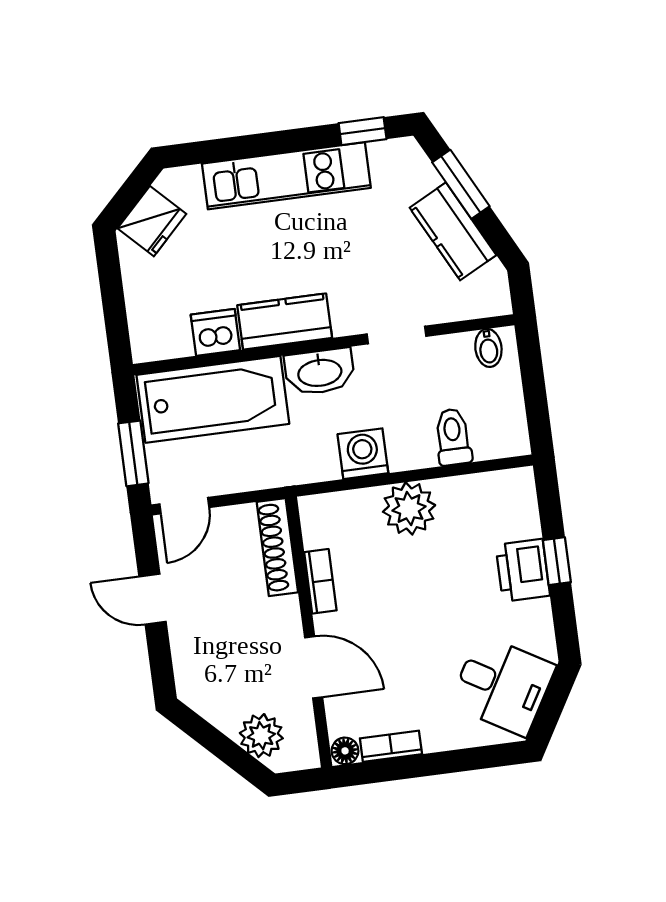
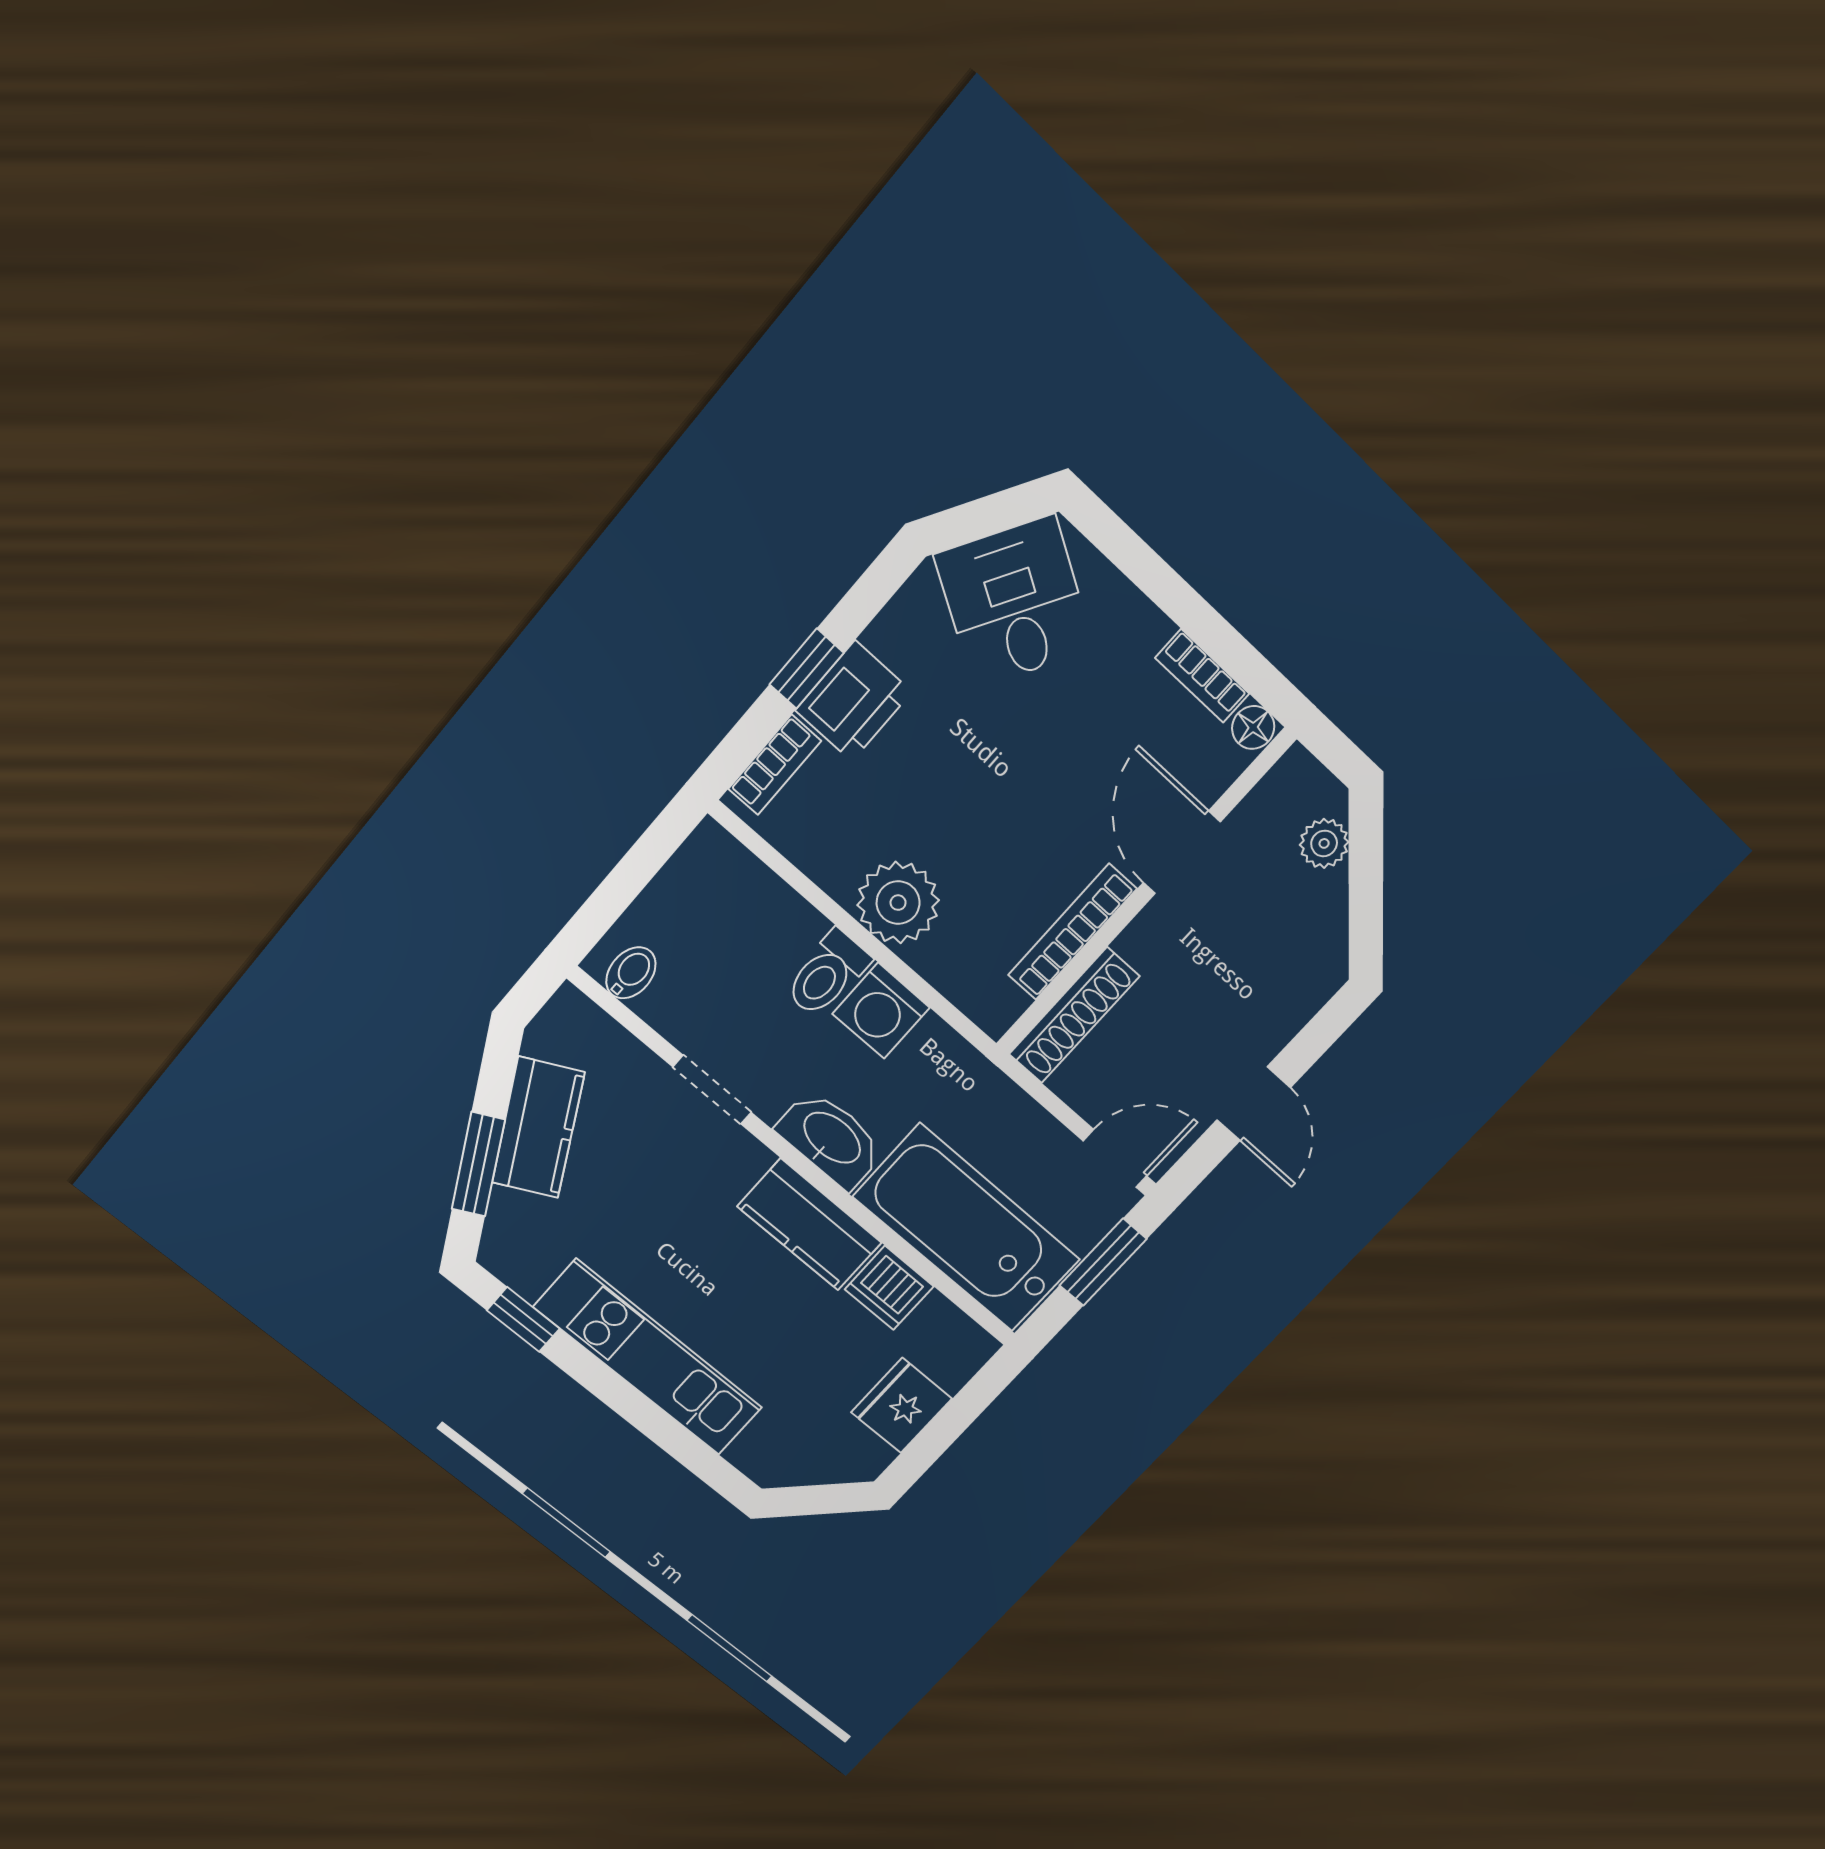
fridge: (152, 221) -> (902, 1405), moved, turned -45
toilet: (453, 437) -> (827, 974), moved
bookcase: (526, 507) -> (775, 765), added
bookcase: (320, 581) -> (1072, 932), width x1.56
plant: (261, 736) -> (1324, 843), width x0.73, depth x0.73

